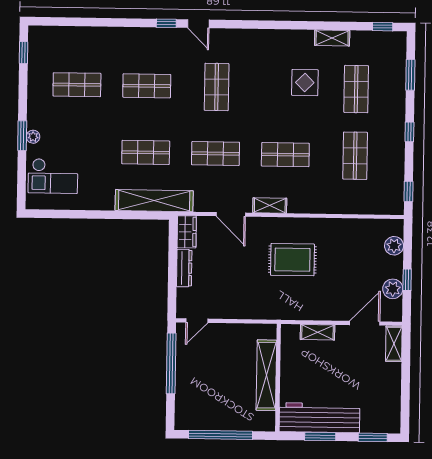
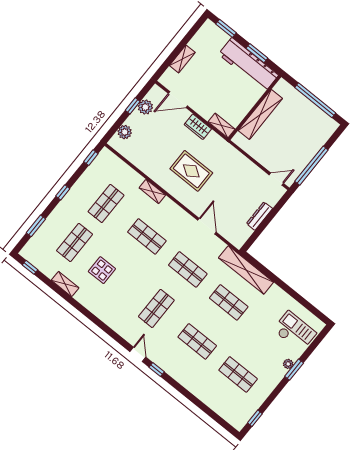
shelving: (270, 205) -> (152, 191), moved
wardrobe: (187, 232) -> (198, 127), moved, turned -90
shelving: (318, 332) -> (222, 126), moved
shelving: (394, 344) -> (182, 59), moved

